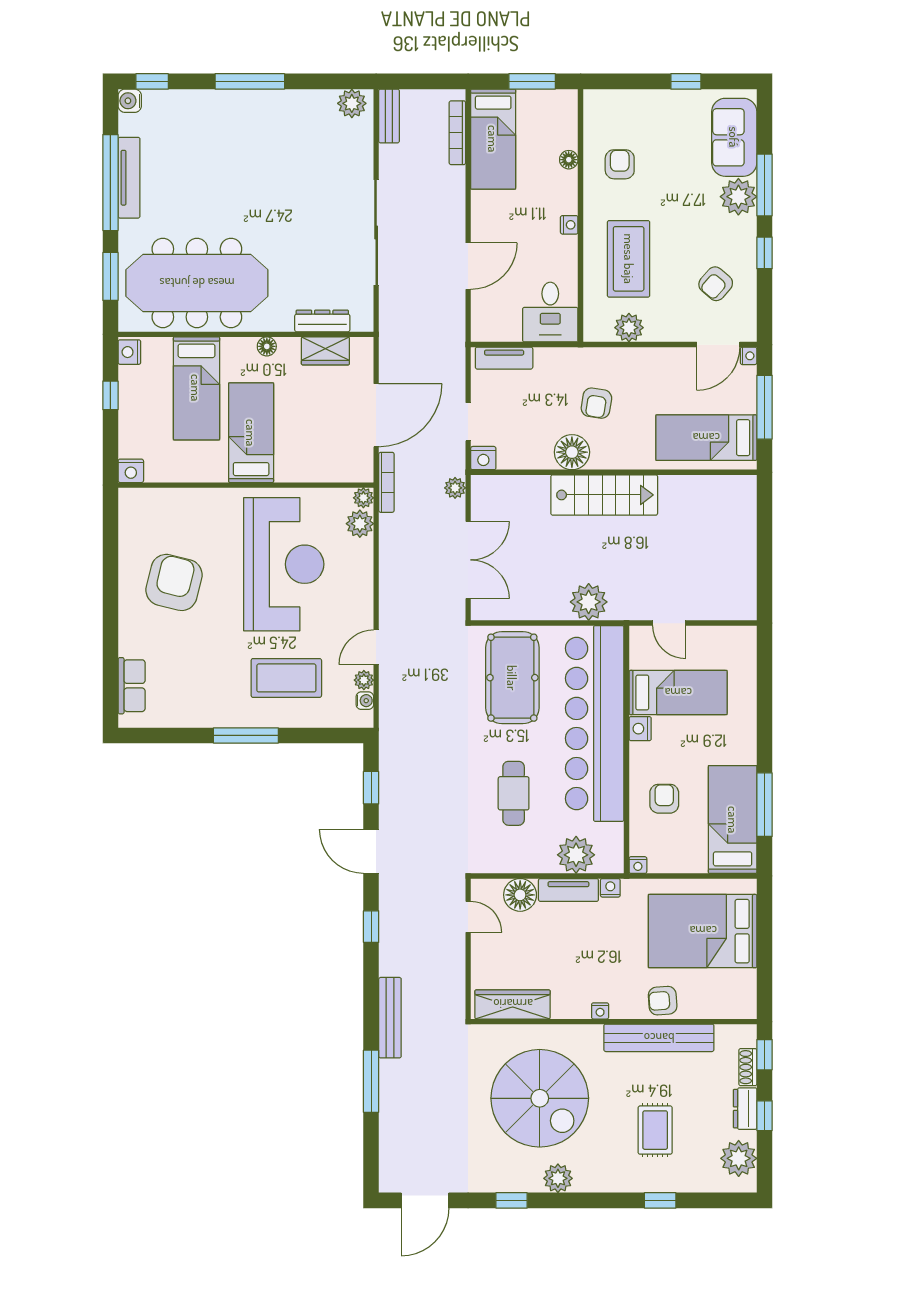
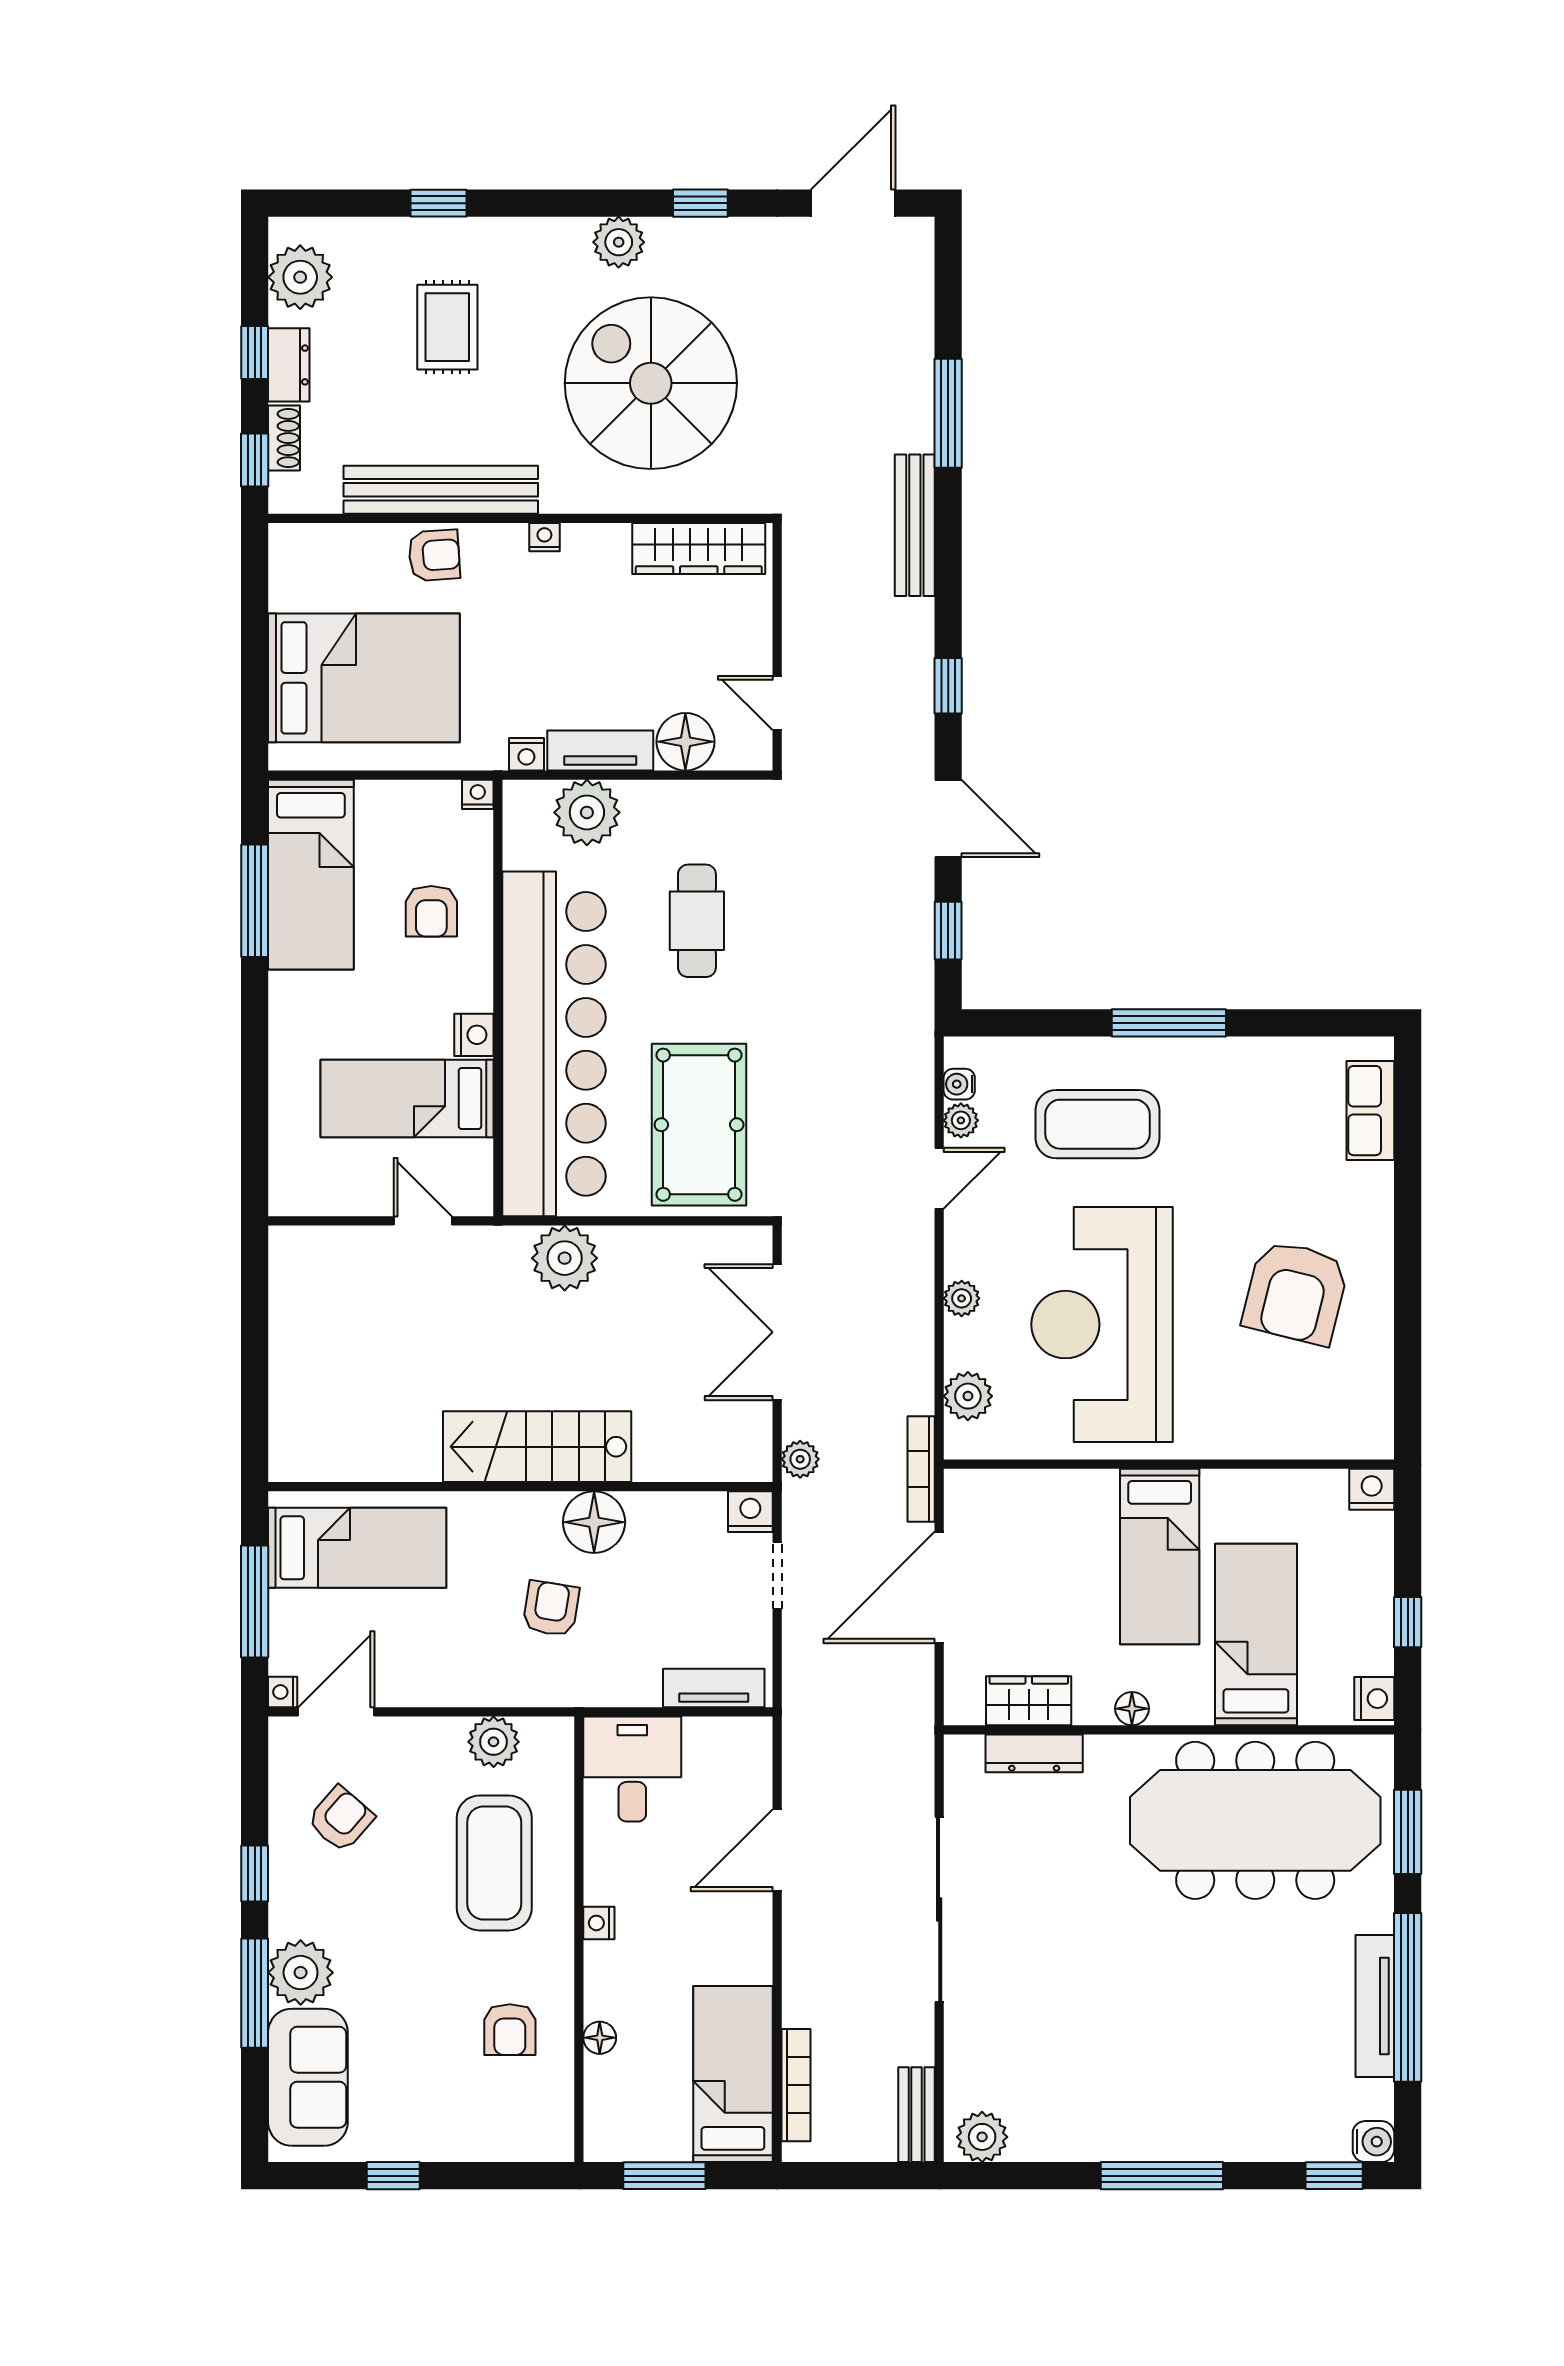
plant: (363, 498) -> (962, 1298), moved

